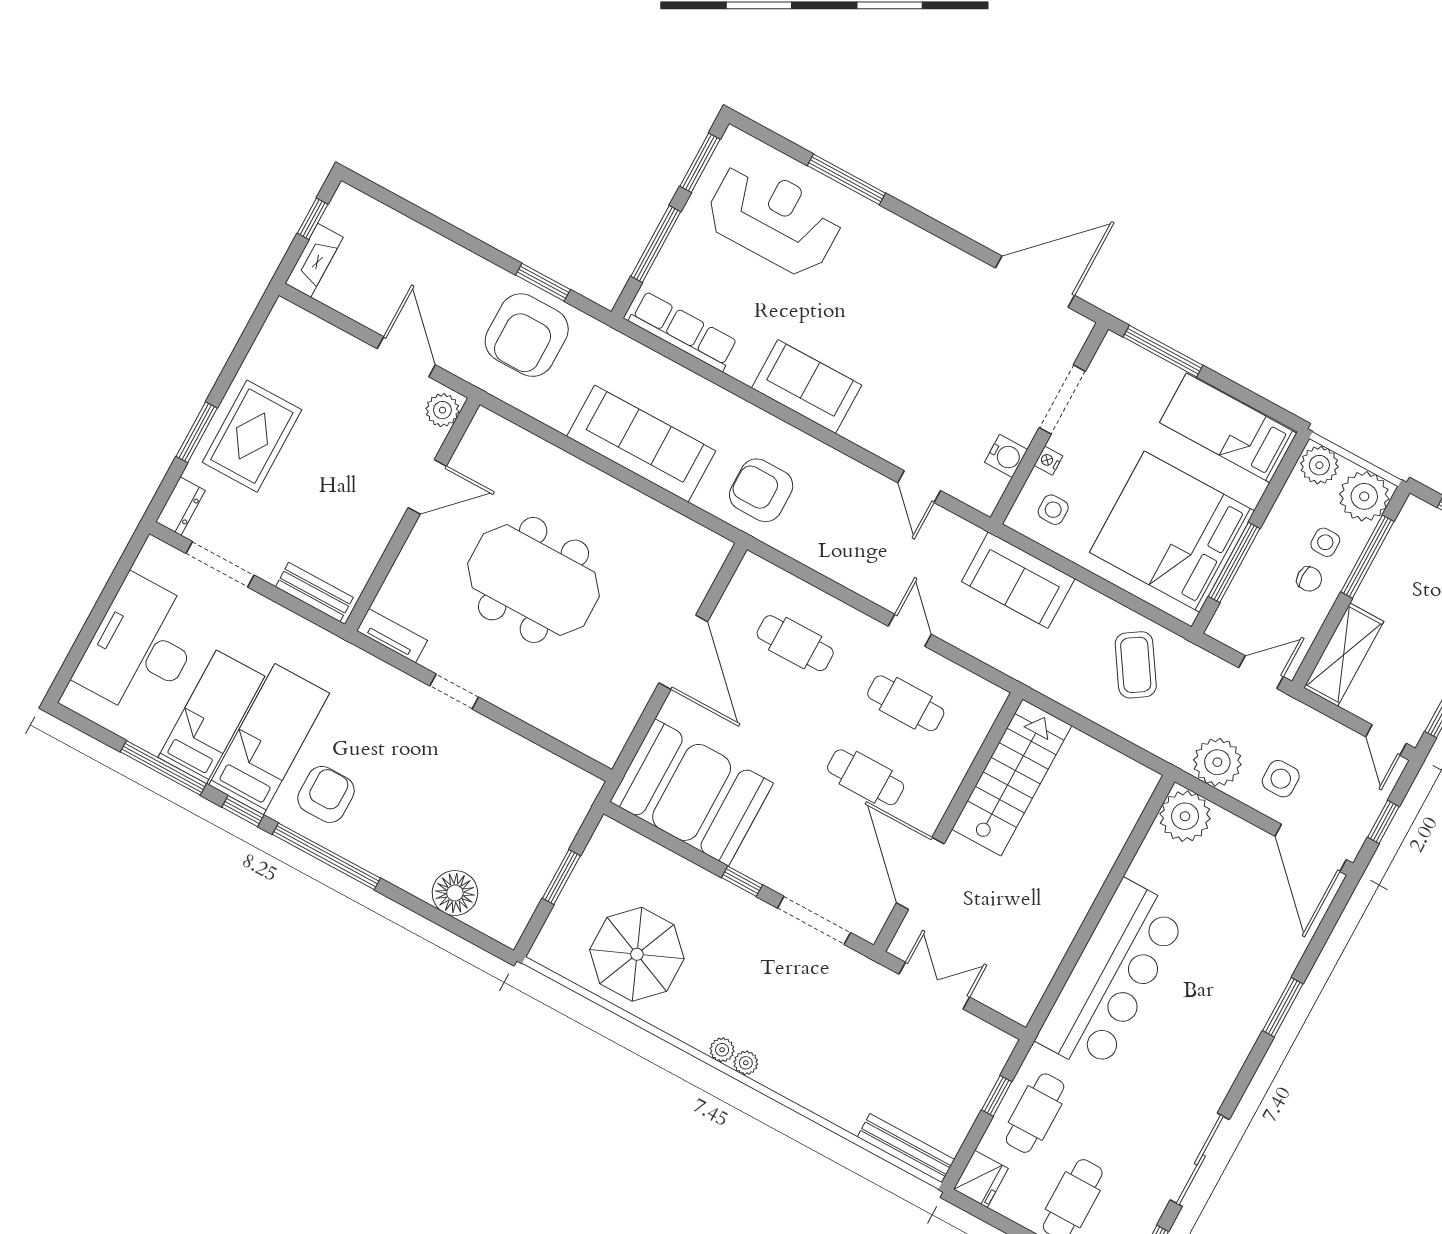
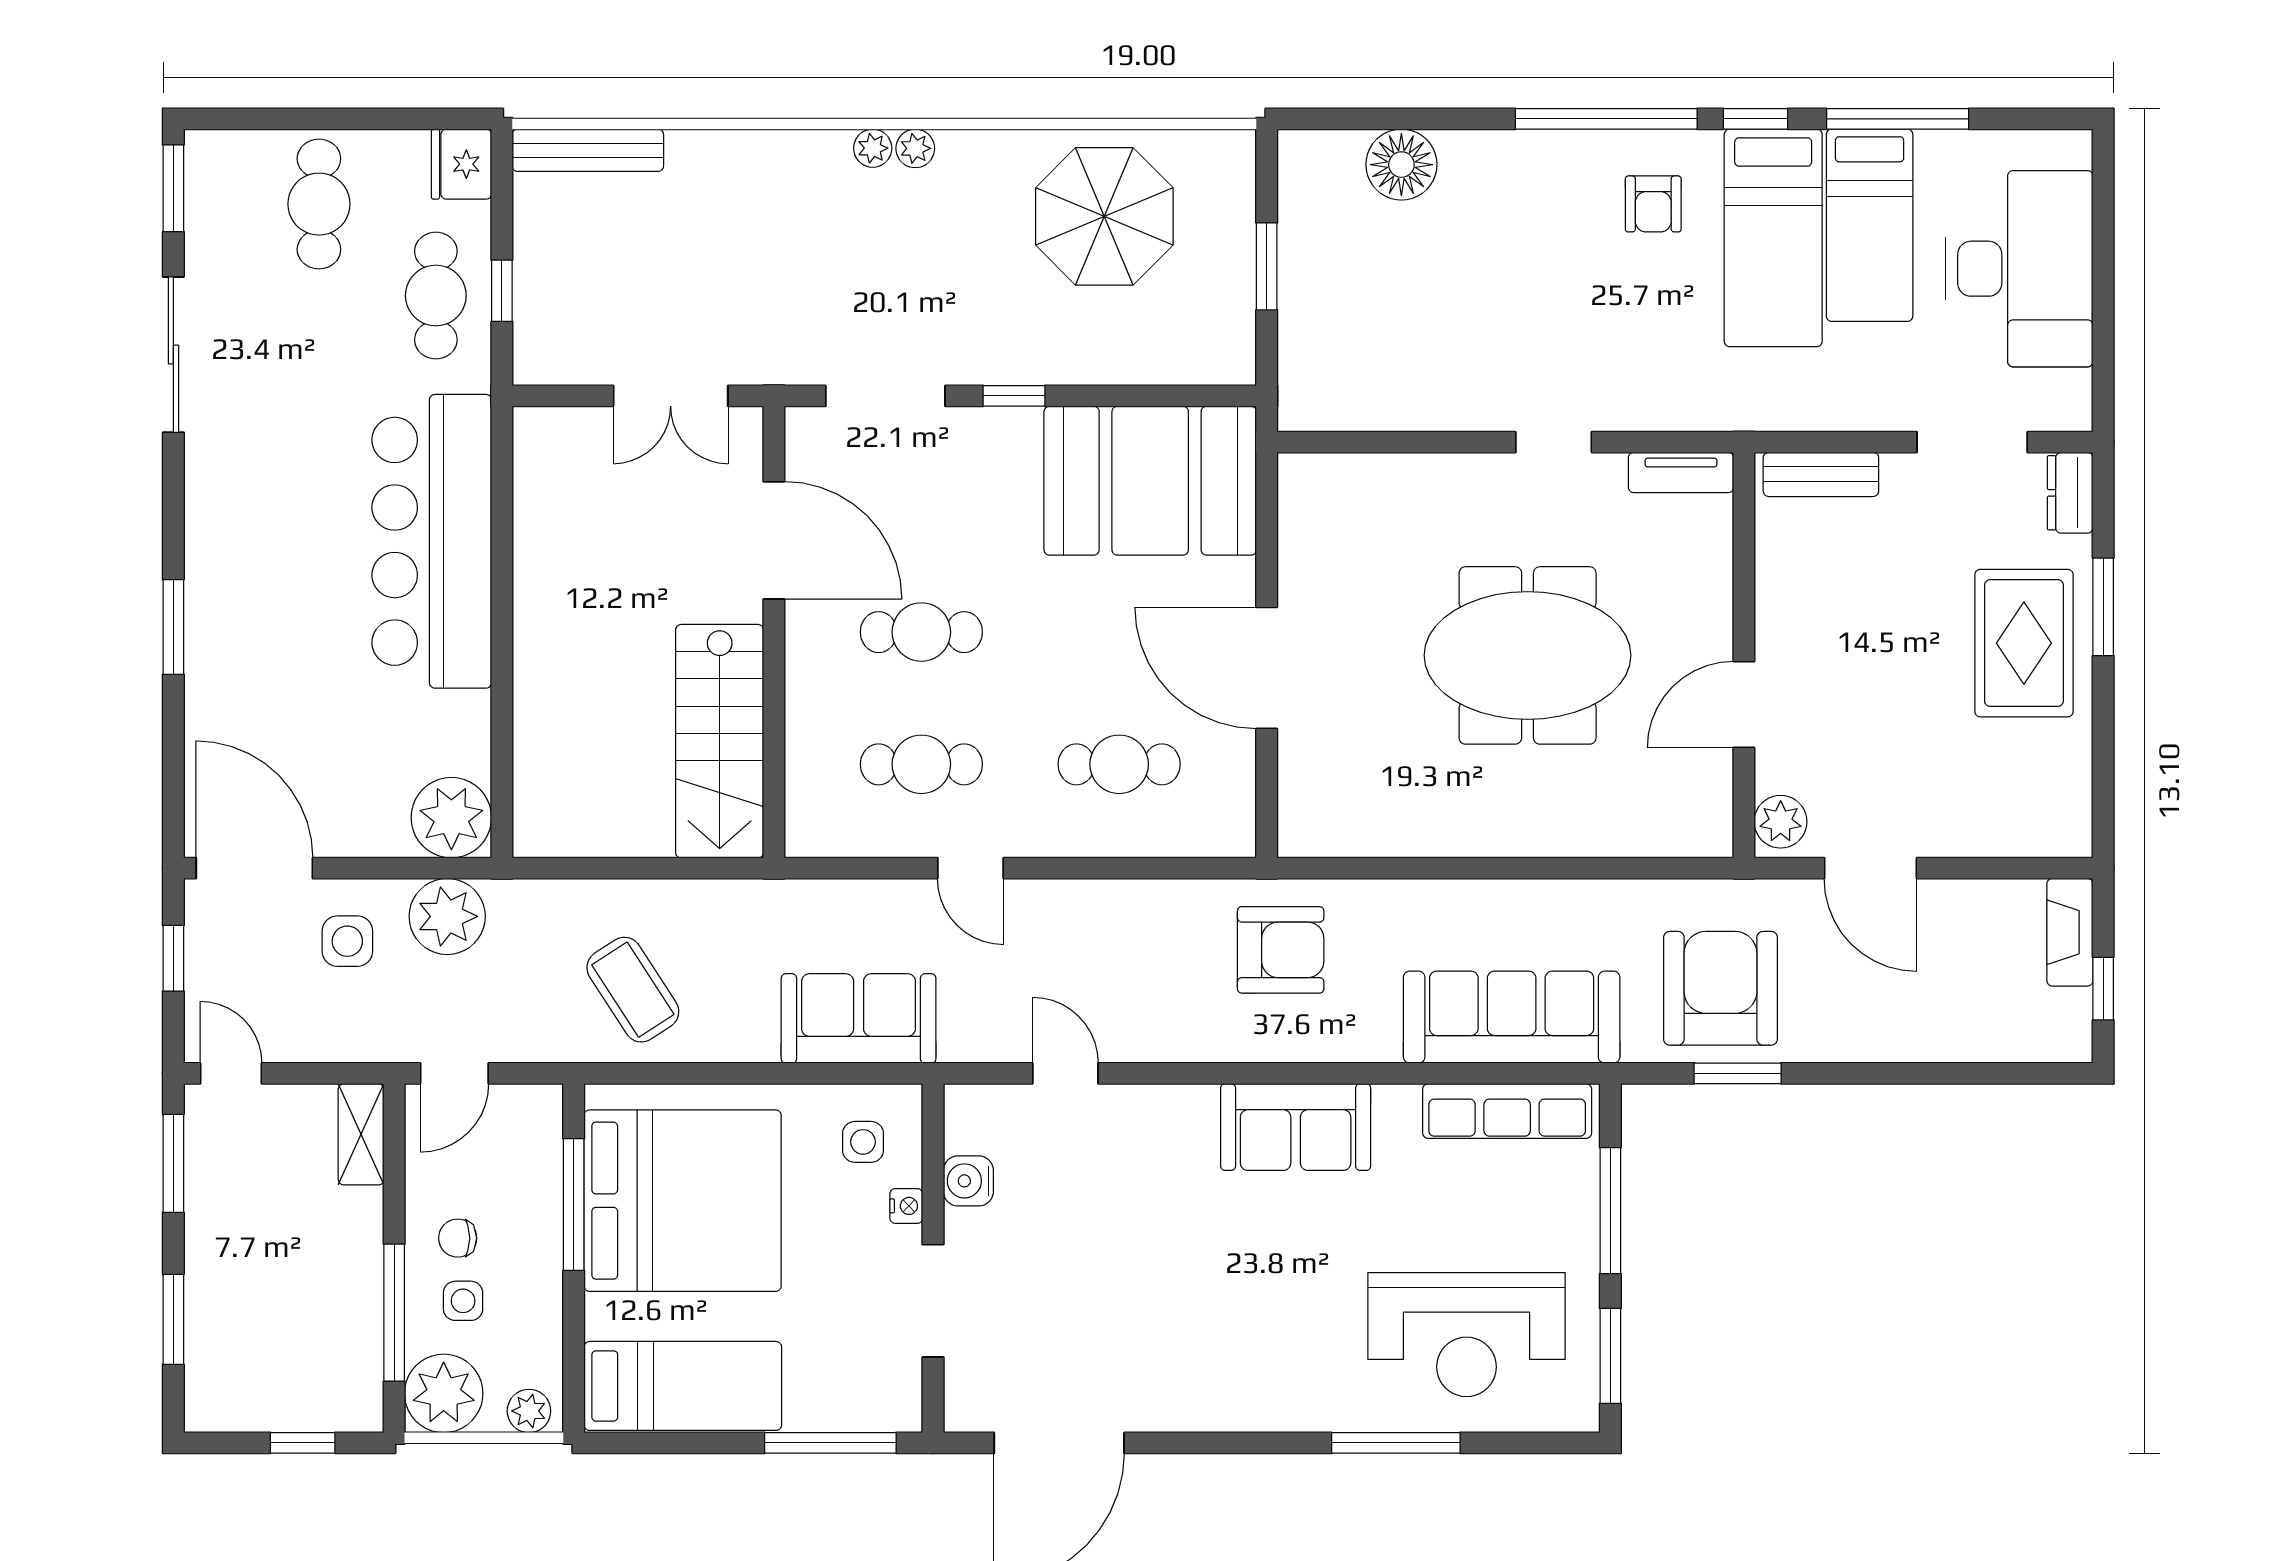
sofa: (641, 444) -> (1512, 1017), moved, turned 180
plant: (1319, 465) -> (529, 1411), width x0.73, depth x0.73
shelving: (1344, 655) -> (361, 1134), width x0.67, depth x0.75
armchair: (326, 794) -> (1653, 204), width x0.72, depth x0.72

